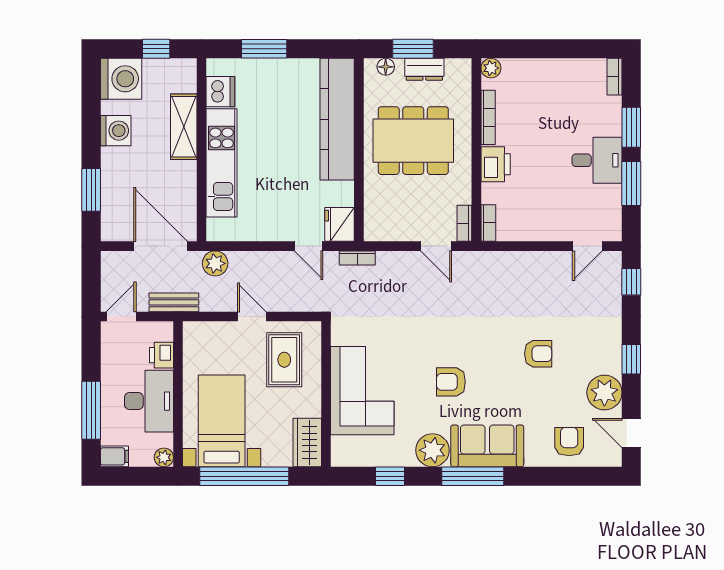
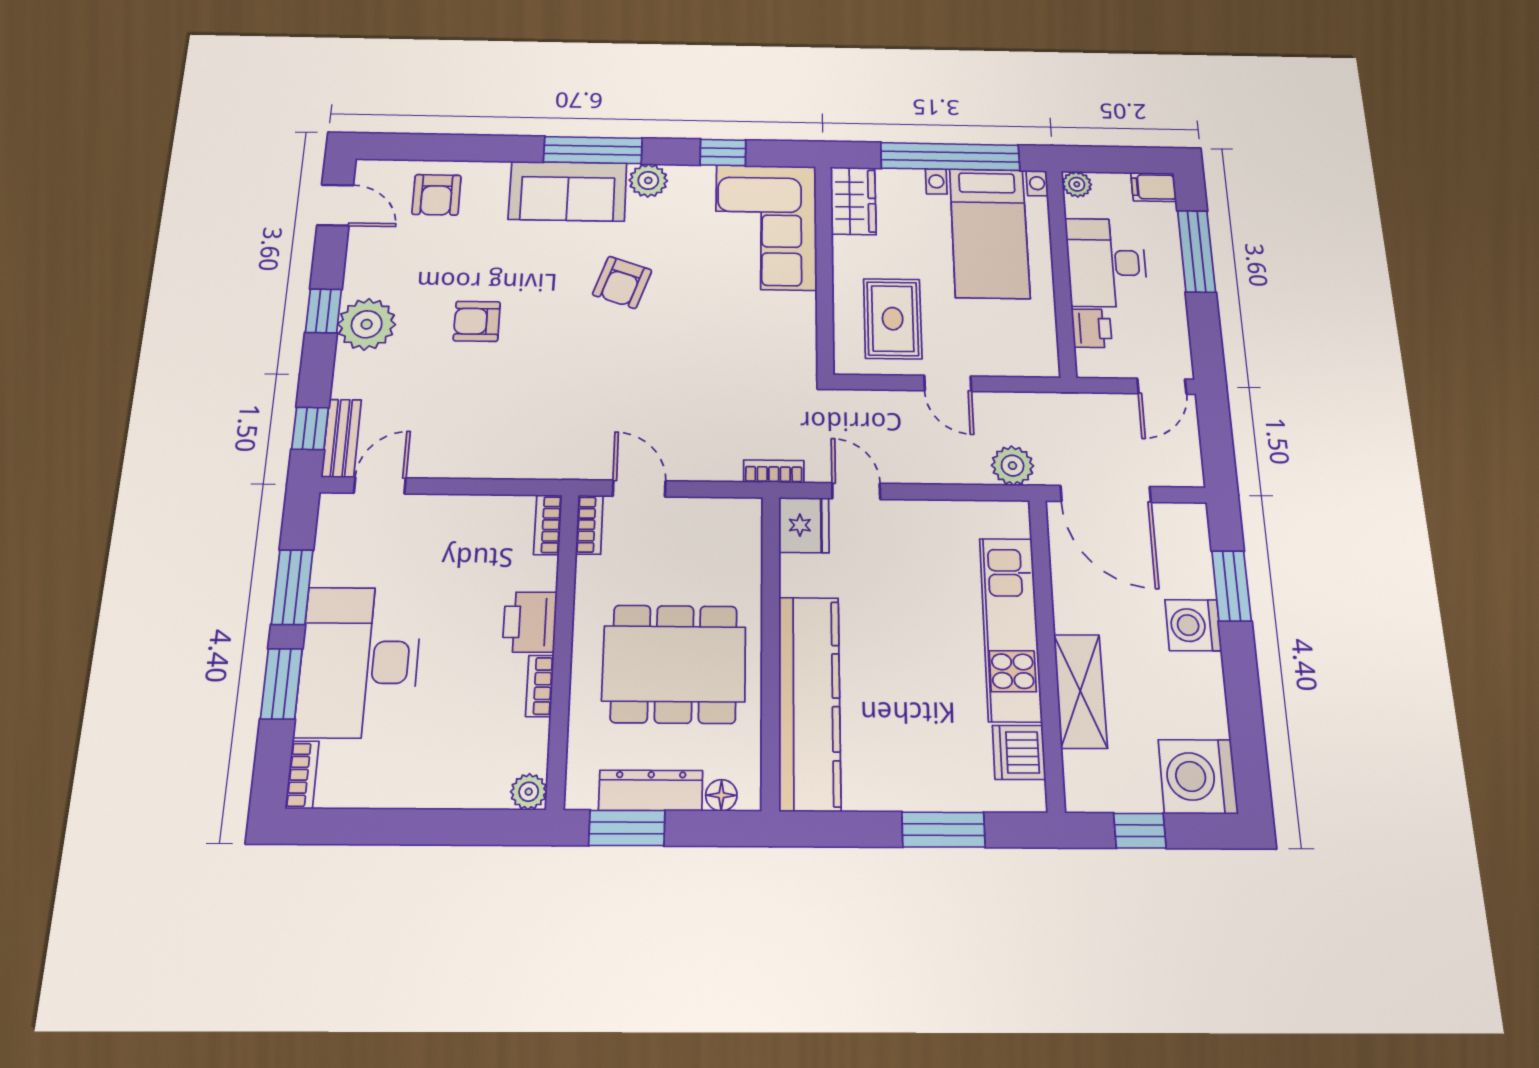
window: (413, 49) -> (627, 828), moved
dresser: (424, 69) -> (651, 790), width x1.44
bookcase: (488, 117) -> (540, 686), width x0.64
washing machine: (116, 131) -> (1193, 625), moved
desk: (597, 160) -> (359, 662), width x1.87, depth x1.30
bench: (174, 302) -> (341, 438), moved, turned 90
armchair: (451, 382) -> (622, 282), turned 109
corner sofa: (362, 391) -> (766, 227), moved
plant: (604, 392) -> (367, 324), moved
plant: (432, 450) -> (648, 180), width x0.73, depth x0.73

